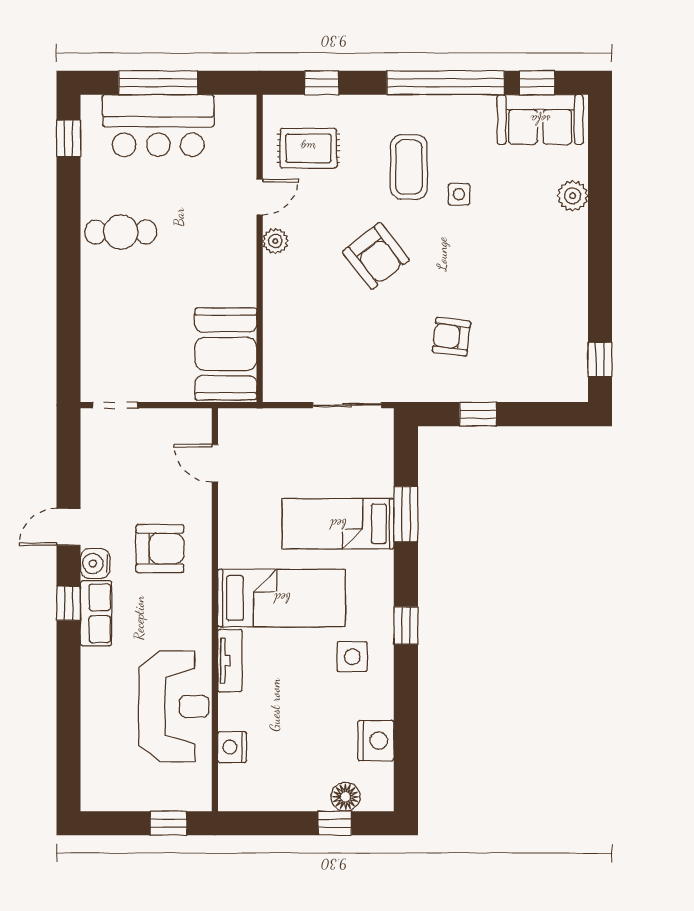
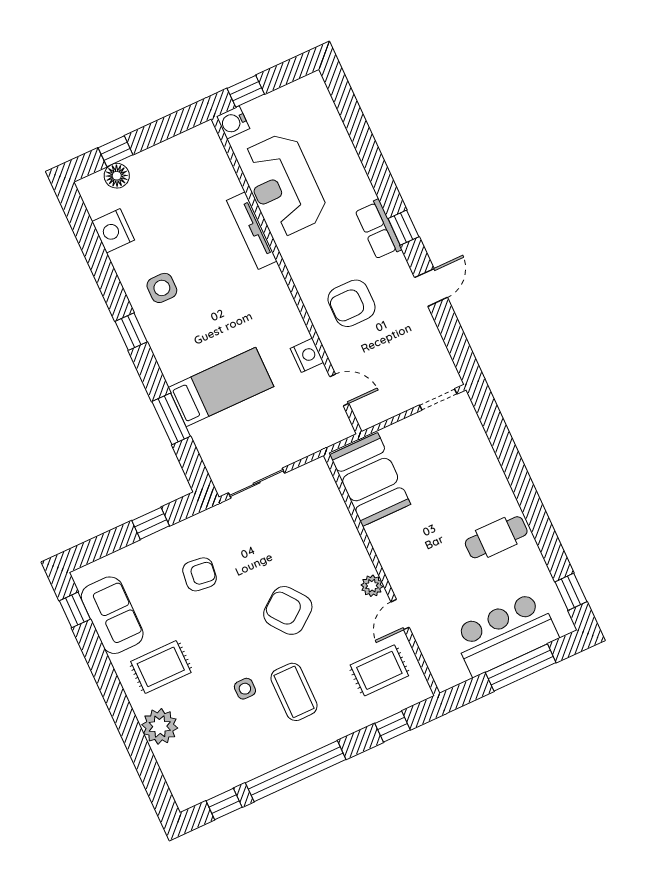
sofa: (540, 120) -> (112, 615), moved, turned 90
plant: (573, 196) -> (160, 726), width x1.36, depth x1.36
rug: (537, 258) -> (161, 667), added
water cooler: (95, 564) -> (233, 122), moved, turned 180
bed: (282, 598) -> (238, 308), removed
tv unit: (230, 661) -> (252, 231), width x1.41
nightstand: (232, 747) -> (307, 355), moved

